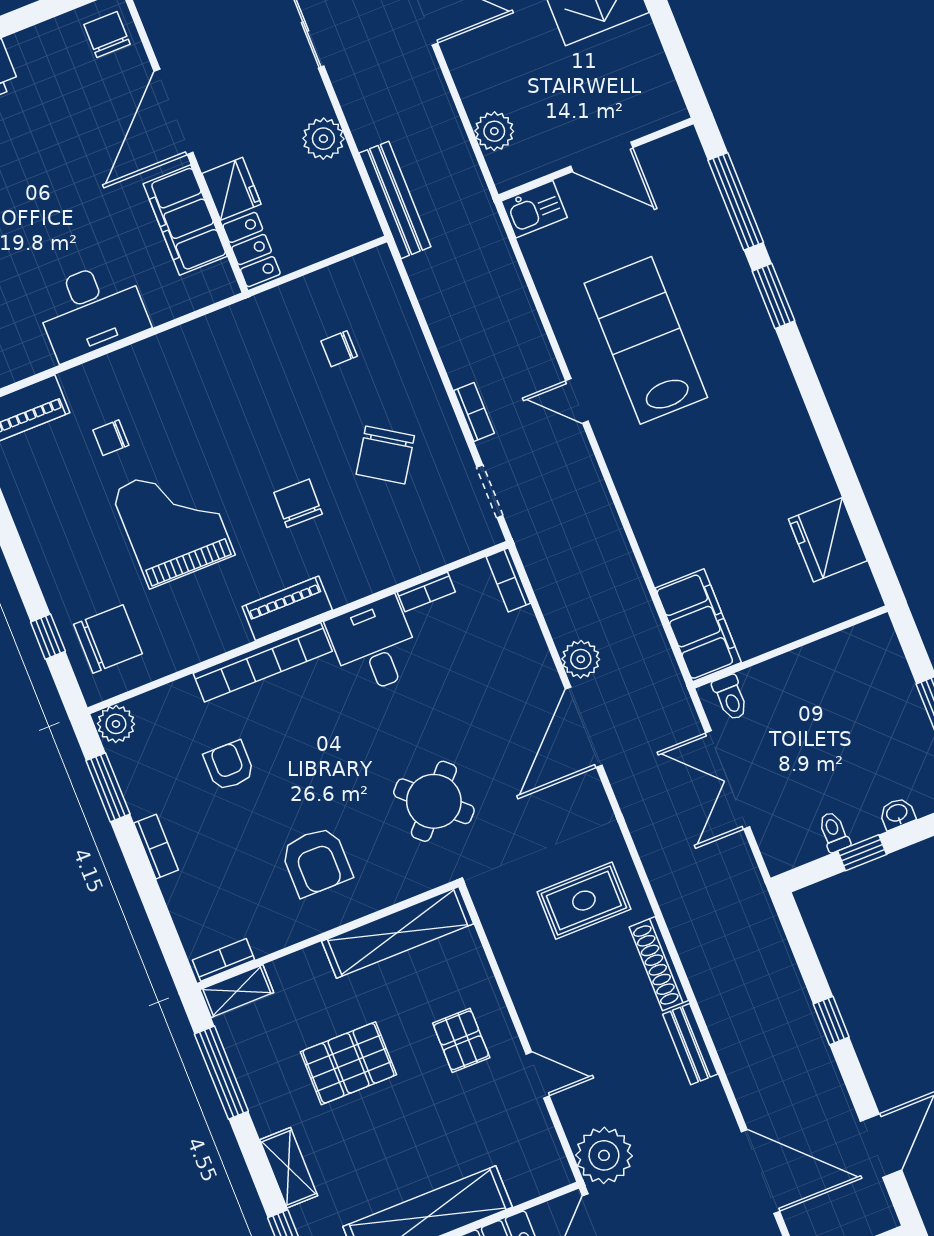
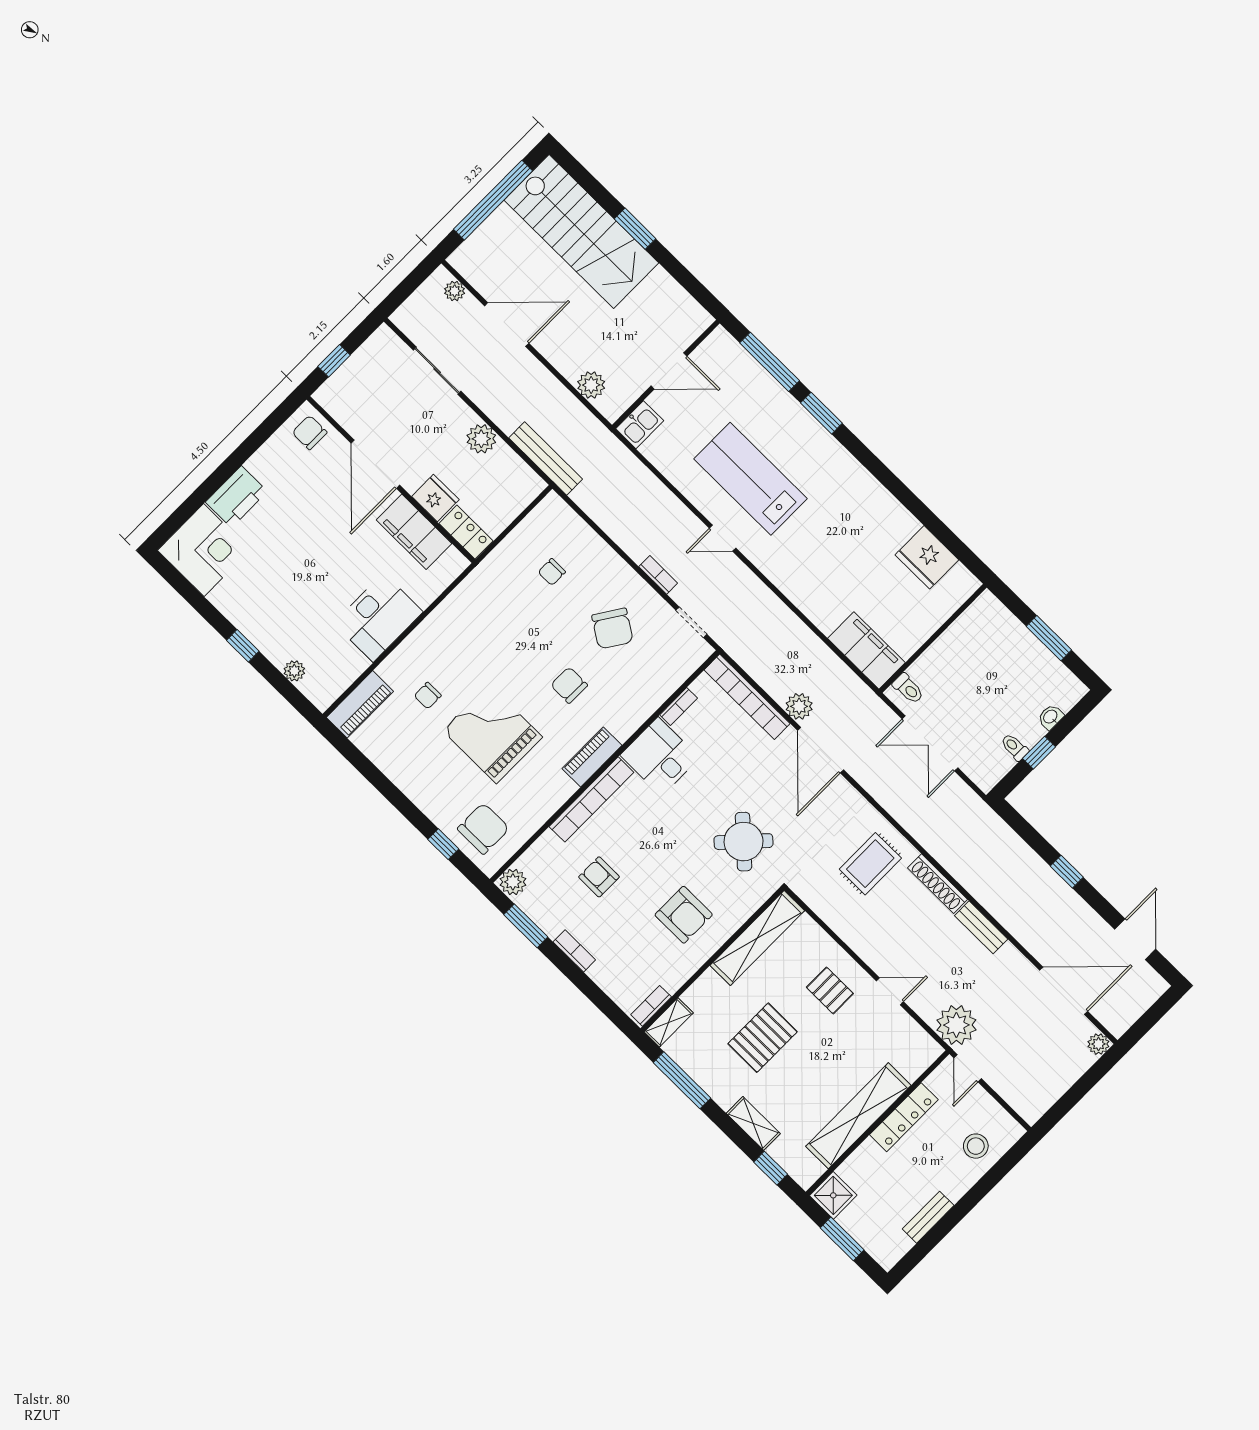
bookcase: (508, 580) -> (747, 697), width x2.31, depth x1.31

